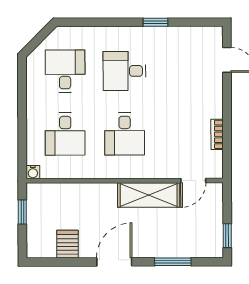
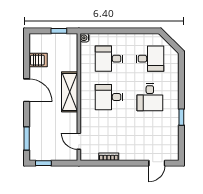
desk: (124, 71) -> (150, 97), turned 180
shelving: (149, 195) -> (70, 92), moved
window: (173, 262) -> (27, 139), moved

